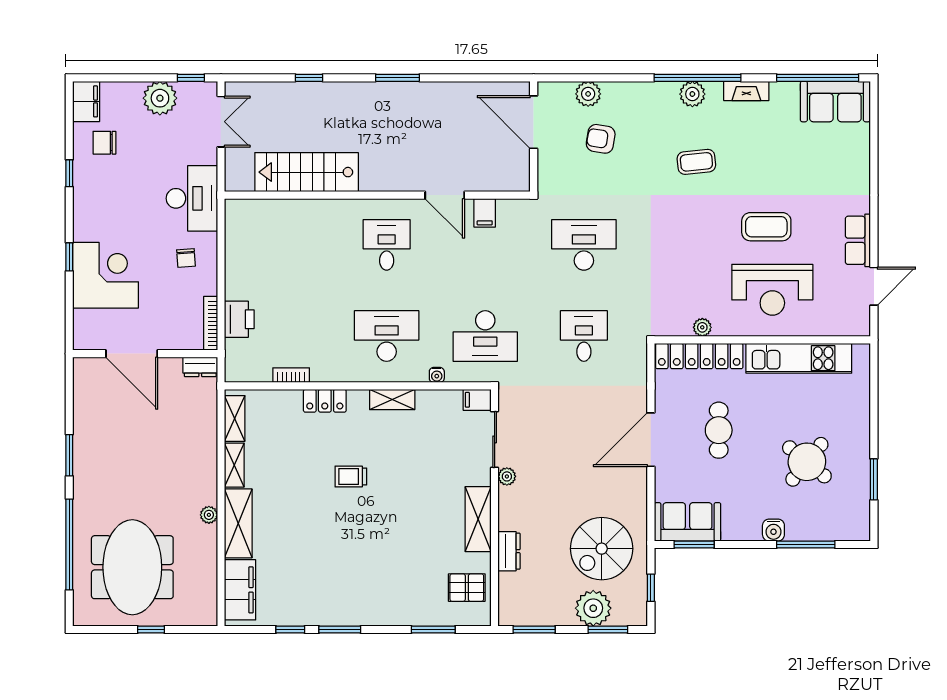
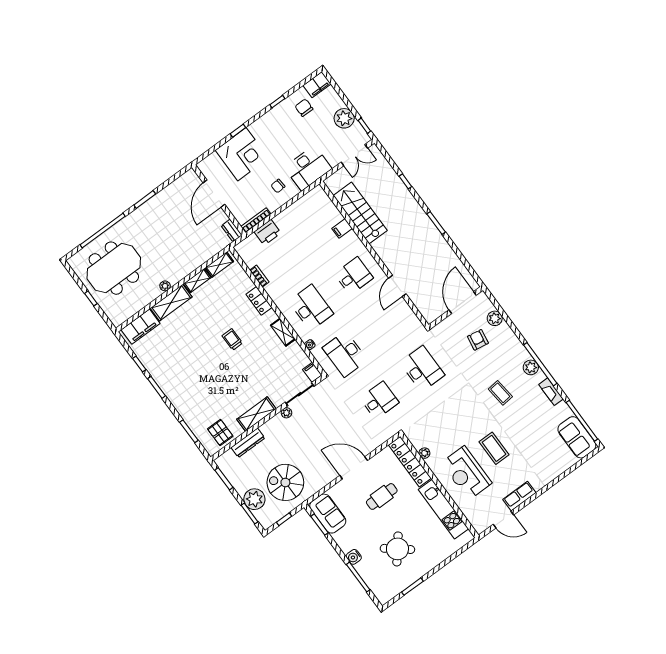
filing cabinet: (485, 213) -> (342, 228), moved
dresser: (509, 551) -> (248, 443), width x1.44

